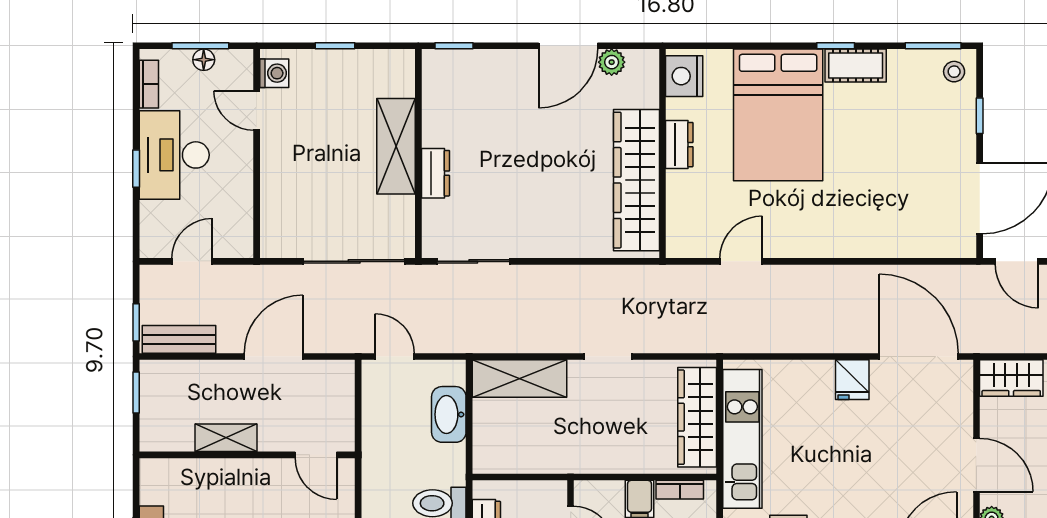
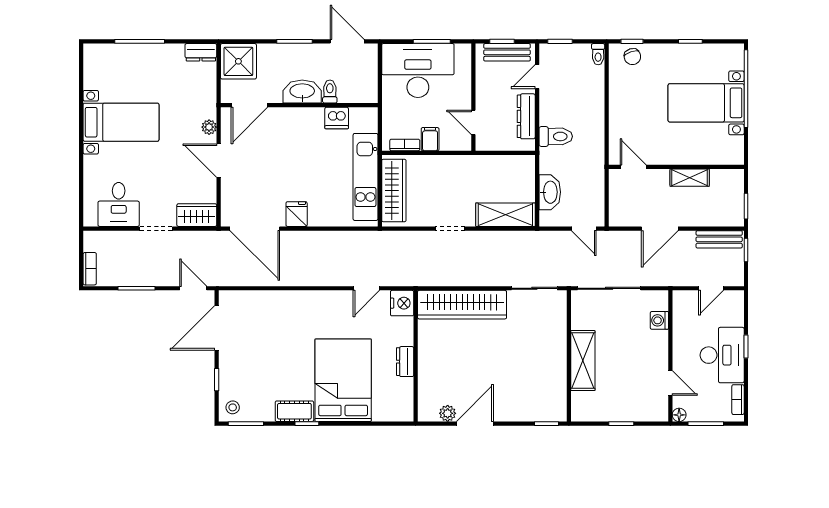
floor lamp: (204, 60) -> (679, 415), moved
washing machine: (274, 73) -> (659, 320), moved
nightstand: (684, 76) -> (402, 303), moved
dresser: (436, 173) -> (558, 344), removed
wardrobe: (636, 180) -> (462, 305), moved, turned 90

